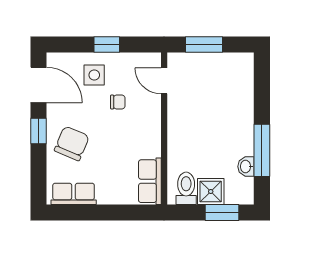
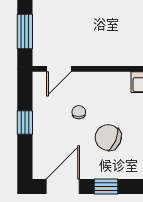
side table: (94, 75) -> (53, 134), removed
chair: (72, 143) -> (108, 138), moved

